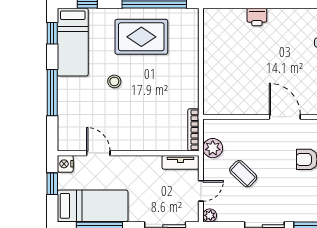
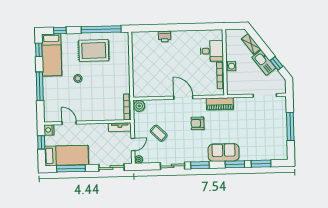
plant: (213, 148) -> (139, 106), moved

